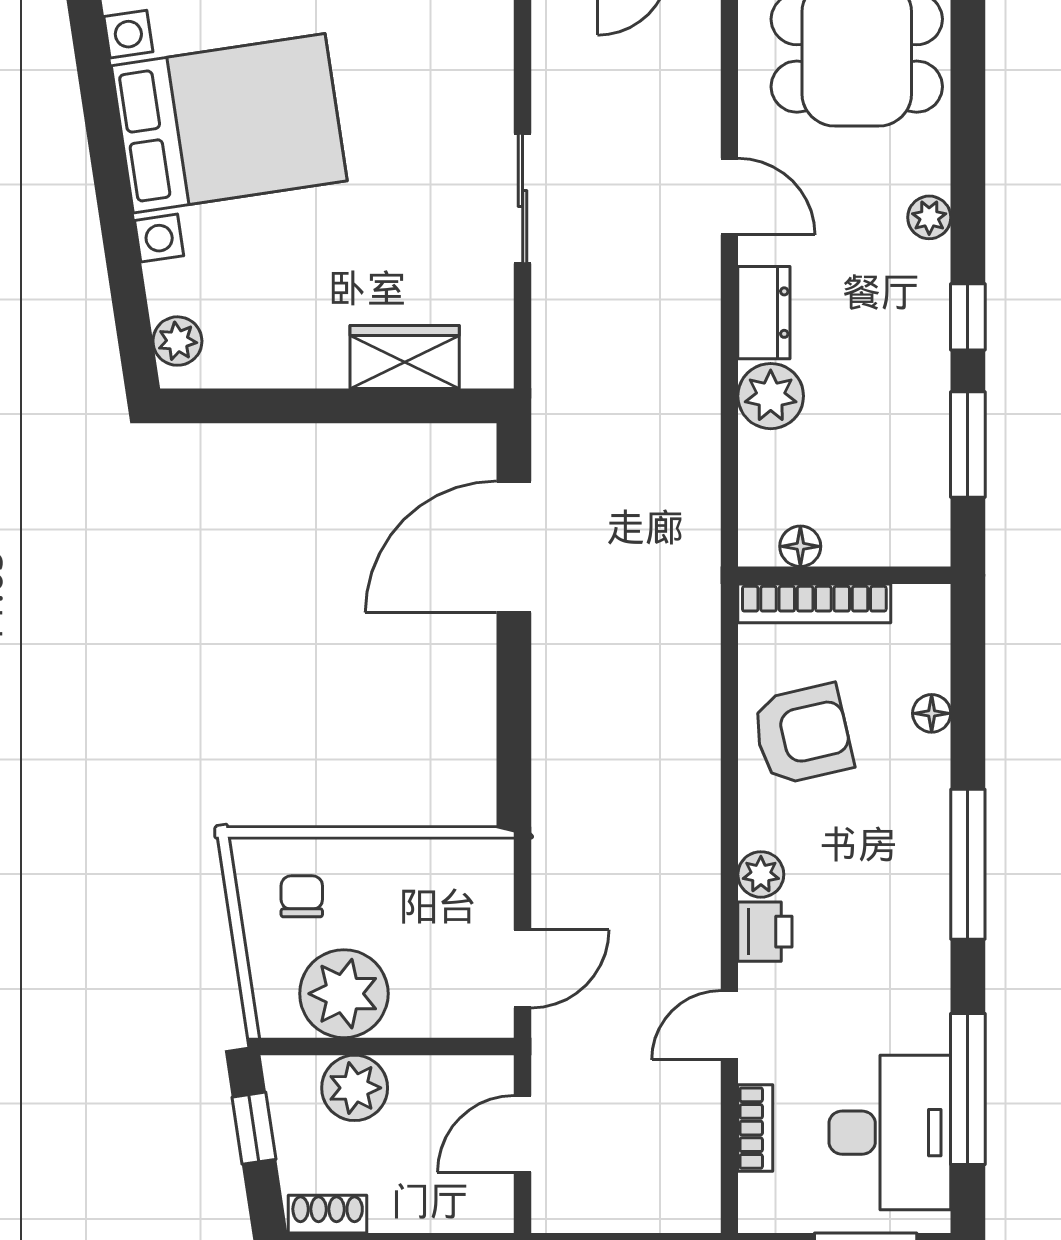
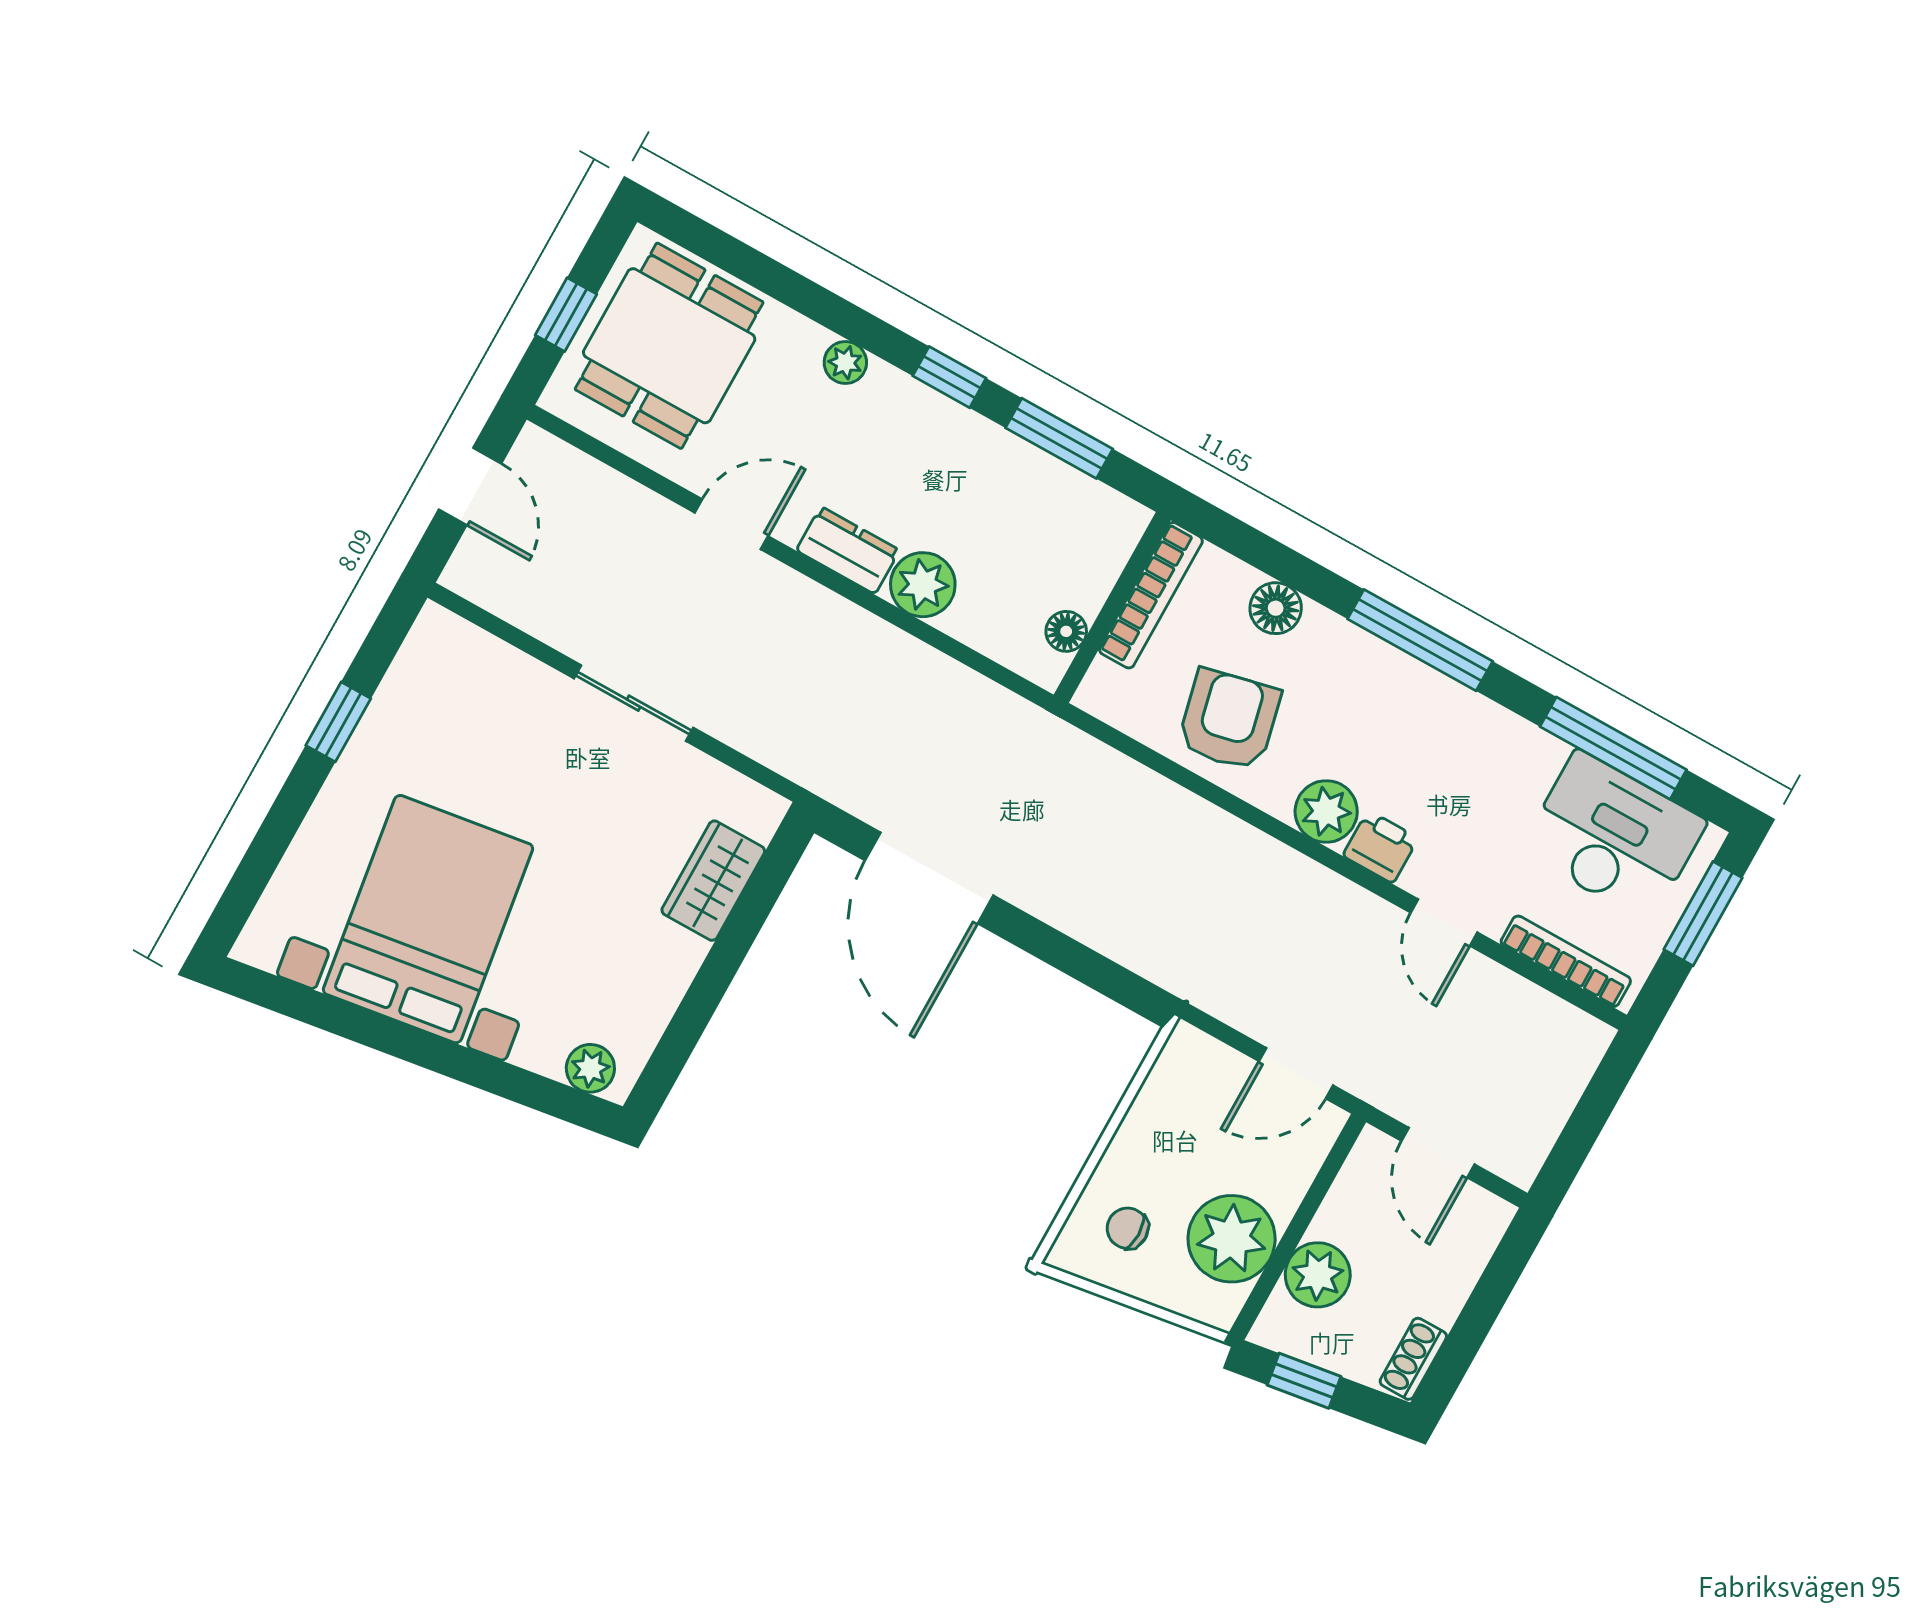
bookcase: (814, 603) -> (1151, 595), moved
floor lamp: (932, 713) -> (1276, 608), width x1.37, depth x1.37
plant: (761, 874) -> (1326, 812), width x1.38, depth x1.38
door: (523, 969) -> (1296, 1073), swing flipped
bookcase: (755, 1128) -> (1566, 961), width x1.56

